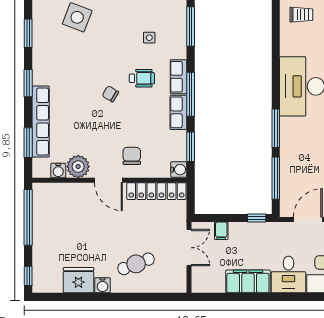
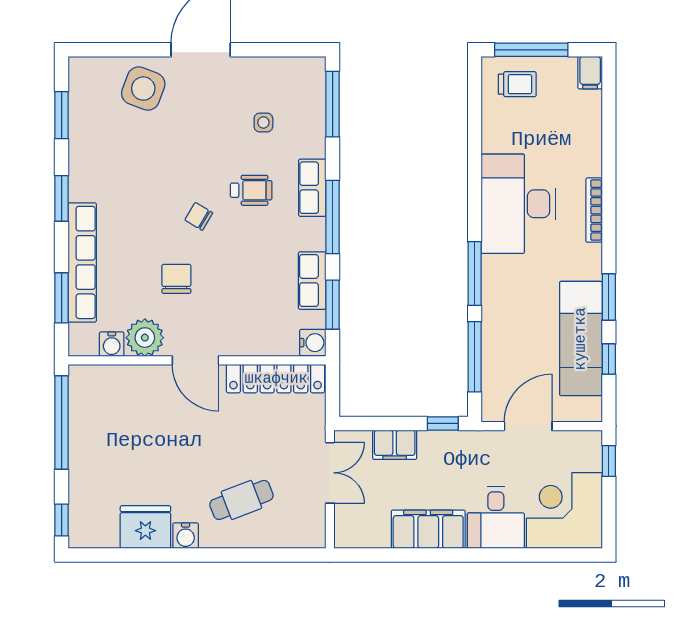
row of seats: (178, 112) -> (312, 281), moved
chair: (132, 156) -> (176, 279), moved
filing cabinet: (221, 231) -> (395, 445), width x2.00

